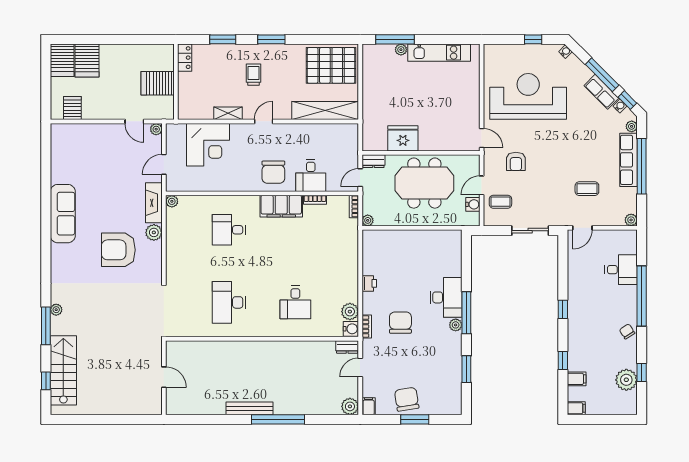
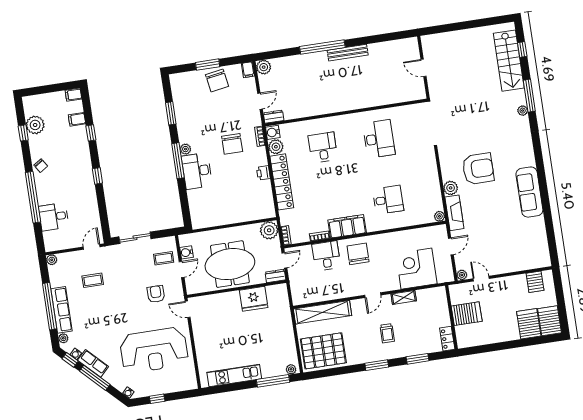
plant: (401, 50) -> (291, 369), moved
plant: (368, 220) -> (269, 230), width x1.87, depth x1.87
locker: (349, 270) -> (282, 182), added

